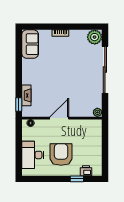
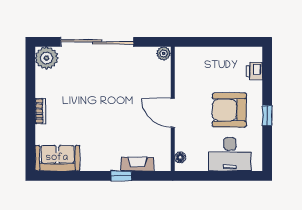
window: (19, 105) -> (121, 176), moved
window: (77, 179) -> (267, 116), moved

